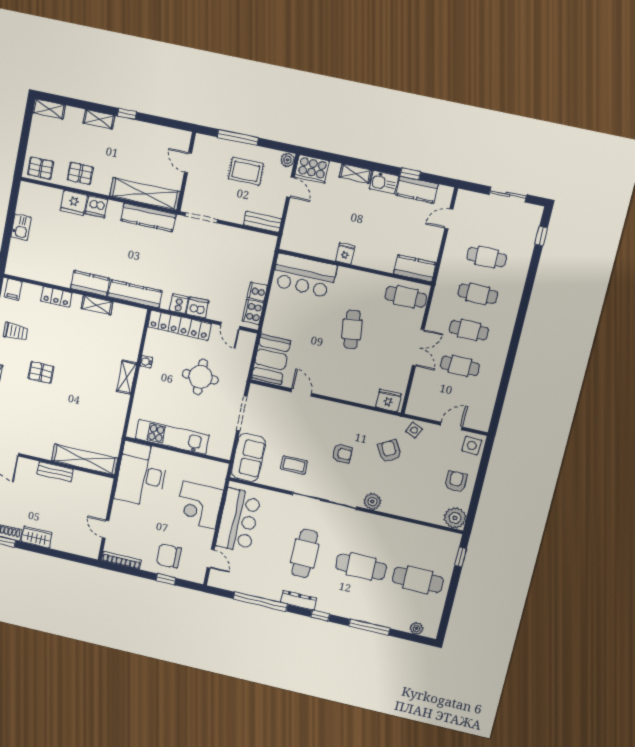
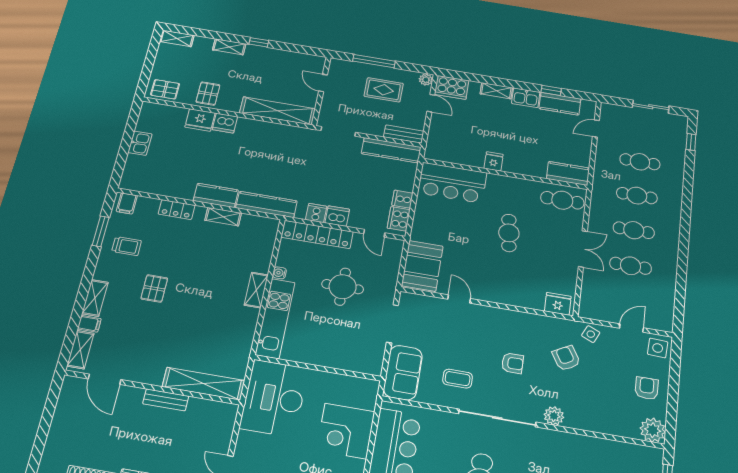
pallet: (80, 173) -> (208, 94), turned 90
kitchen counter: (148, 217) -> (391, 150), moved
pallet: (41, 373) -> (154, 288), turned 90
kitchen unit: (172, 437) -> (275, 318), moved, turned 90

